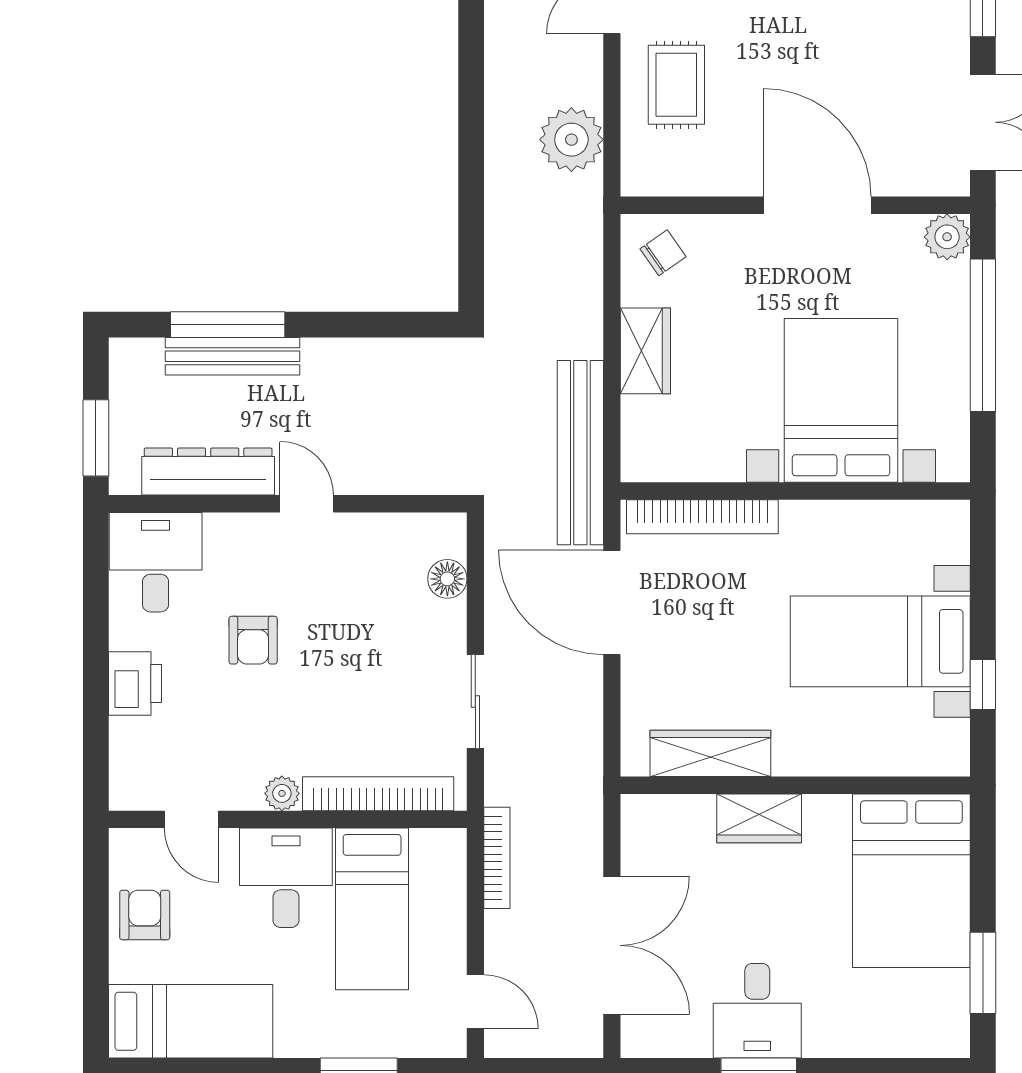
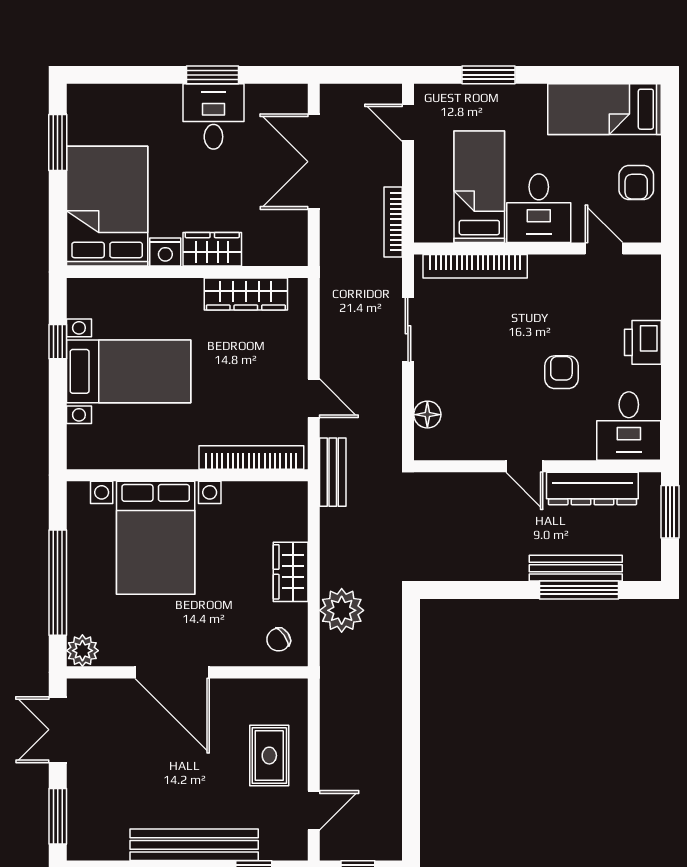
plant: (571, 140) -> (342, 610), moved
bench: (580, 453) -> (333, 472), width x0.54, depth x0.82
door: (612, 602) -> (314, 398), width x0.53
plant: (282, 793) -> (542, 266), removed
nightstand: (827, 814) -> (165, 252), added

